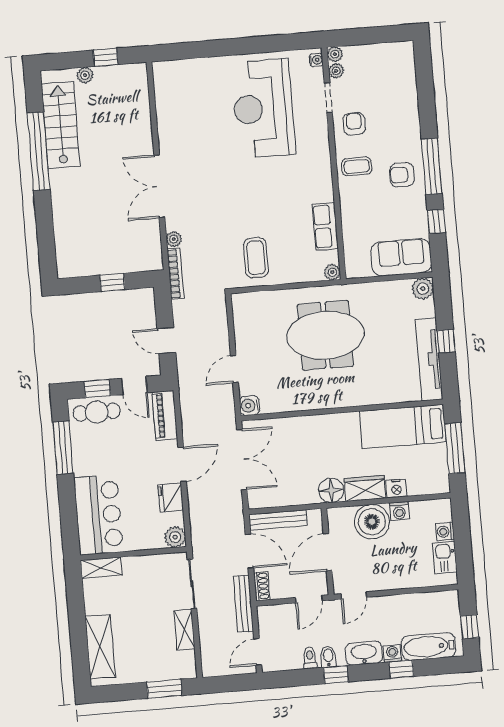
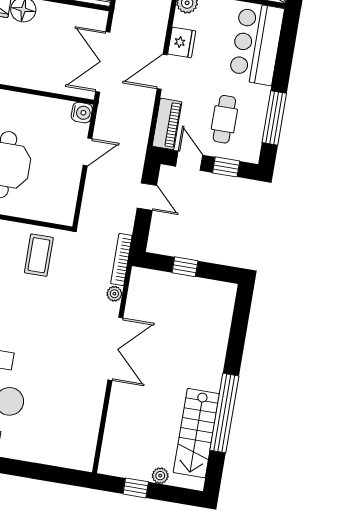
cafe table: (97, 412) -> (224, 119), moved, turned 90

